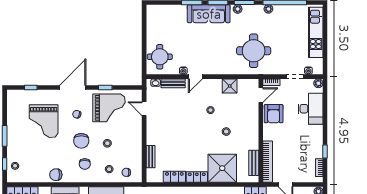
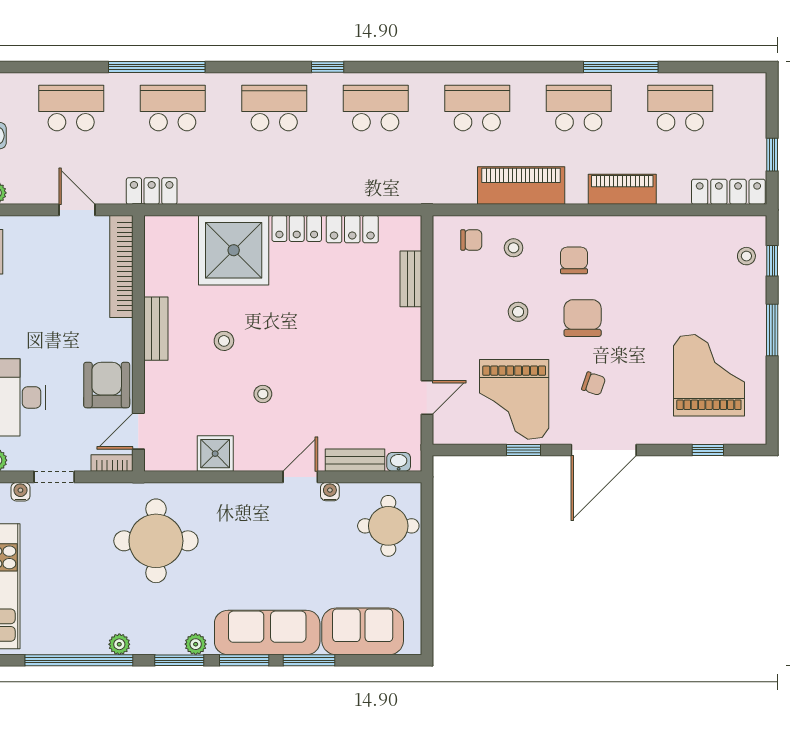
sofa: (170, 14) -> (363, 631), added
grand piano: (109, 108) -> (514, 399), turned -90
door: (144, 109) -> (427, 397), hinge flipped
grand piano: (44, 121) -> (709, 375), moved
bench: (254, 163) -> (156, 329), moved
chair: (56, 175) -> (646, 234), removed

